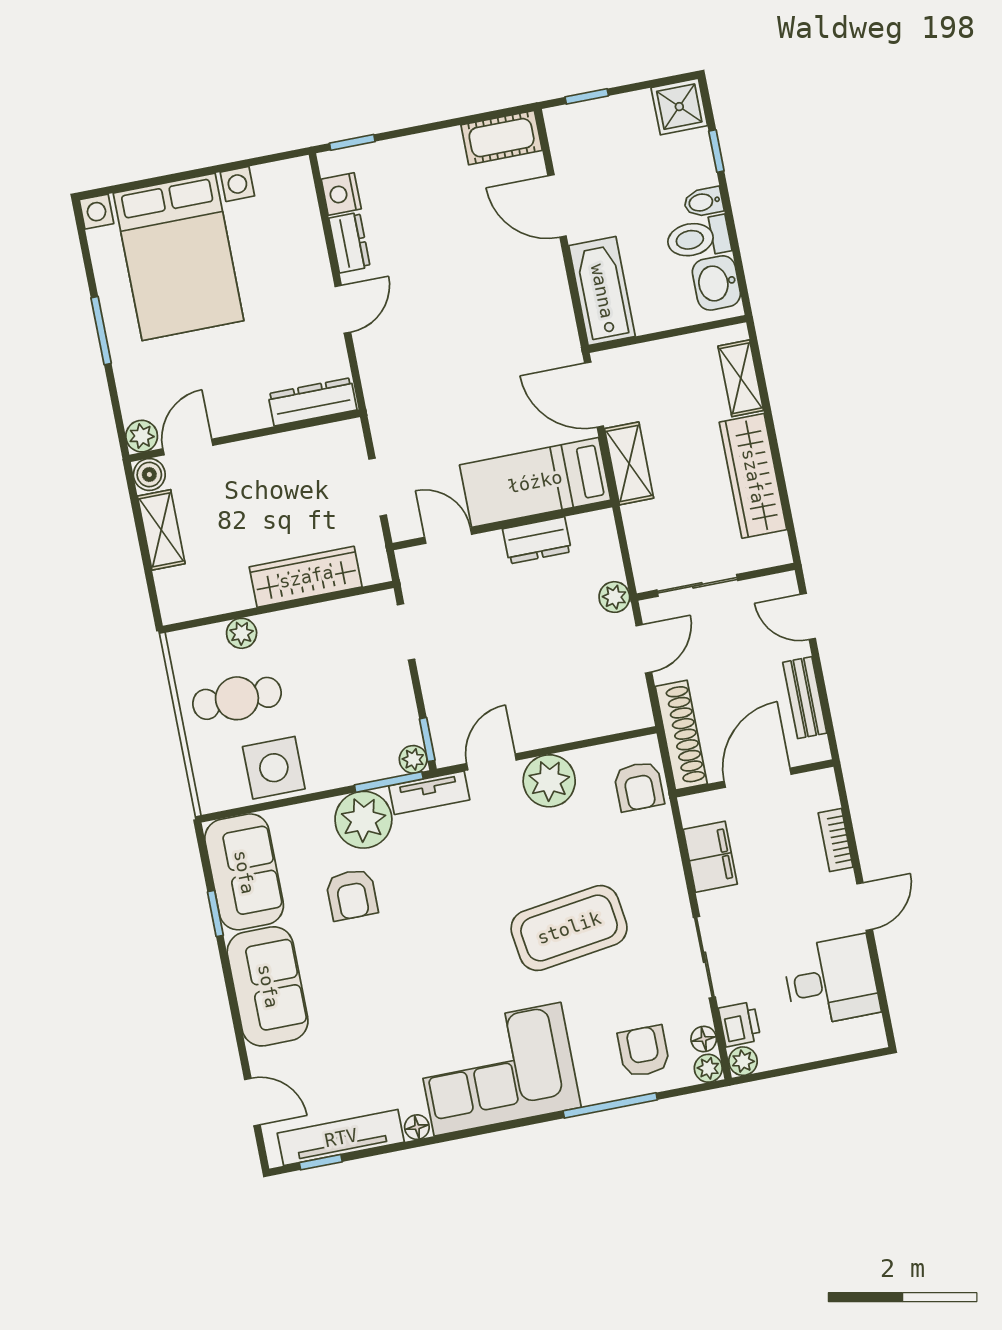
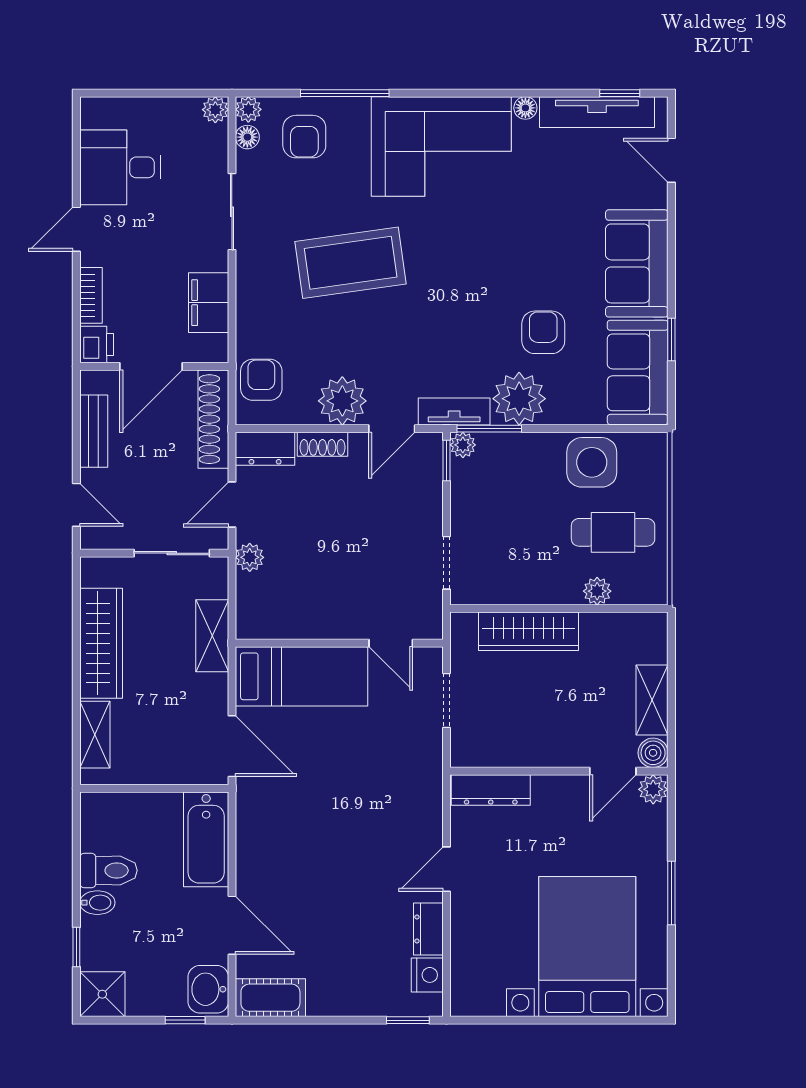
washbasin: (716, 283) -> (208, 989), moved, turned 180
shelving: (629, 463) -> (212, 636), moved
dresser: (537, 540) -> (265, 449), moved, turned 180
shoe rack: (561, 731) -> (322, 444), added
printer: (740, 1024) -> (97, 344), moved, turned 180

